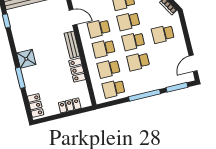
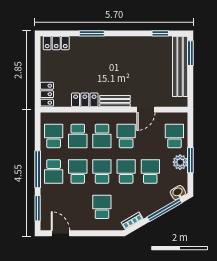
school desk: (104, 48) -> (102, 136), turned 180
shower: (26, 59) -> (112, 45), removed
school desk: (109, 69) -> (78, 136), turned 180
school desk: (143, 82) -> (54, 171), added
locker: (70, 105) -> (47, 94), moved

